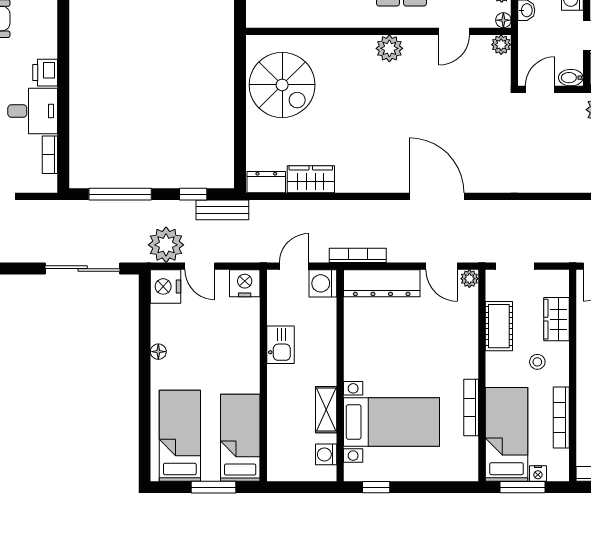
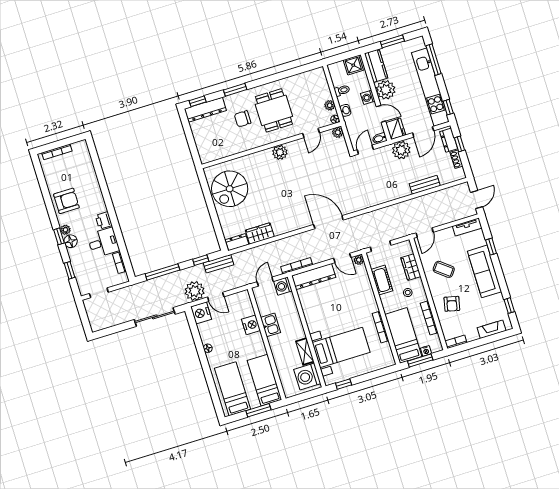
spiral stairs: (282, 85) -> (230, 189), turned 90
nightstand: (245, 283) -> (251, 325), moved, turned 90
washing machine: (326, 454) -> (307, 377), width x1.89, depth x1.89

